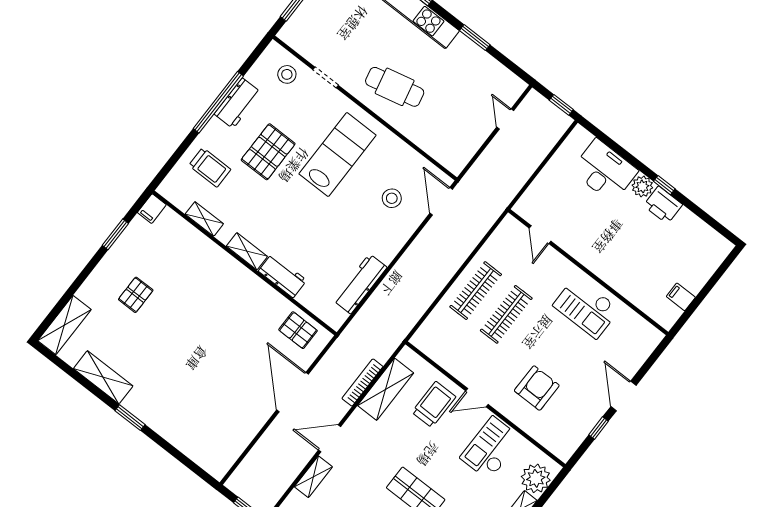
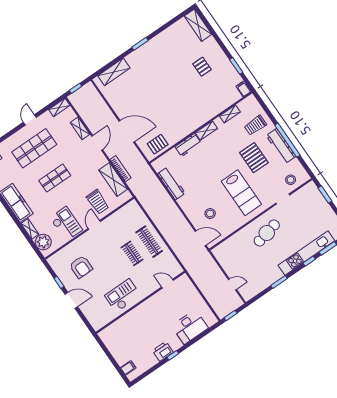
workbench: (238, 103) -> (281, 146), width x1.38
plant: (642, 186) -> (176, 344), removed
filing cabinet: (681, 297) -> (128, 368), moved
clothes rail: (506, 314) -> (132, 253), width x0.73
shelving: (103, 377) -> (114, 72), moved
armchair: (537, 388) -> (81, 267), moved

